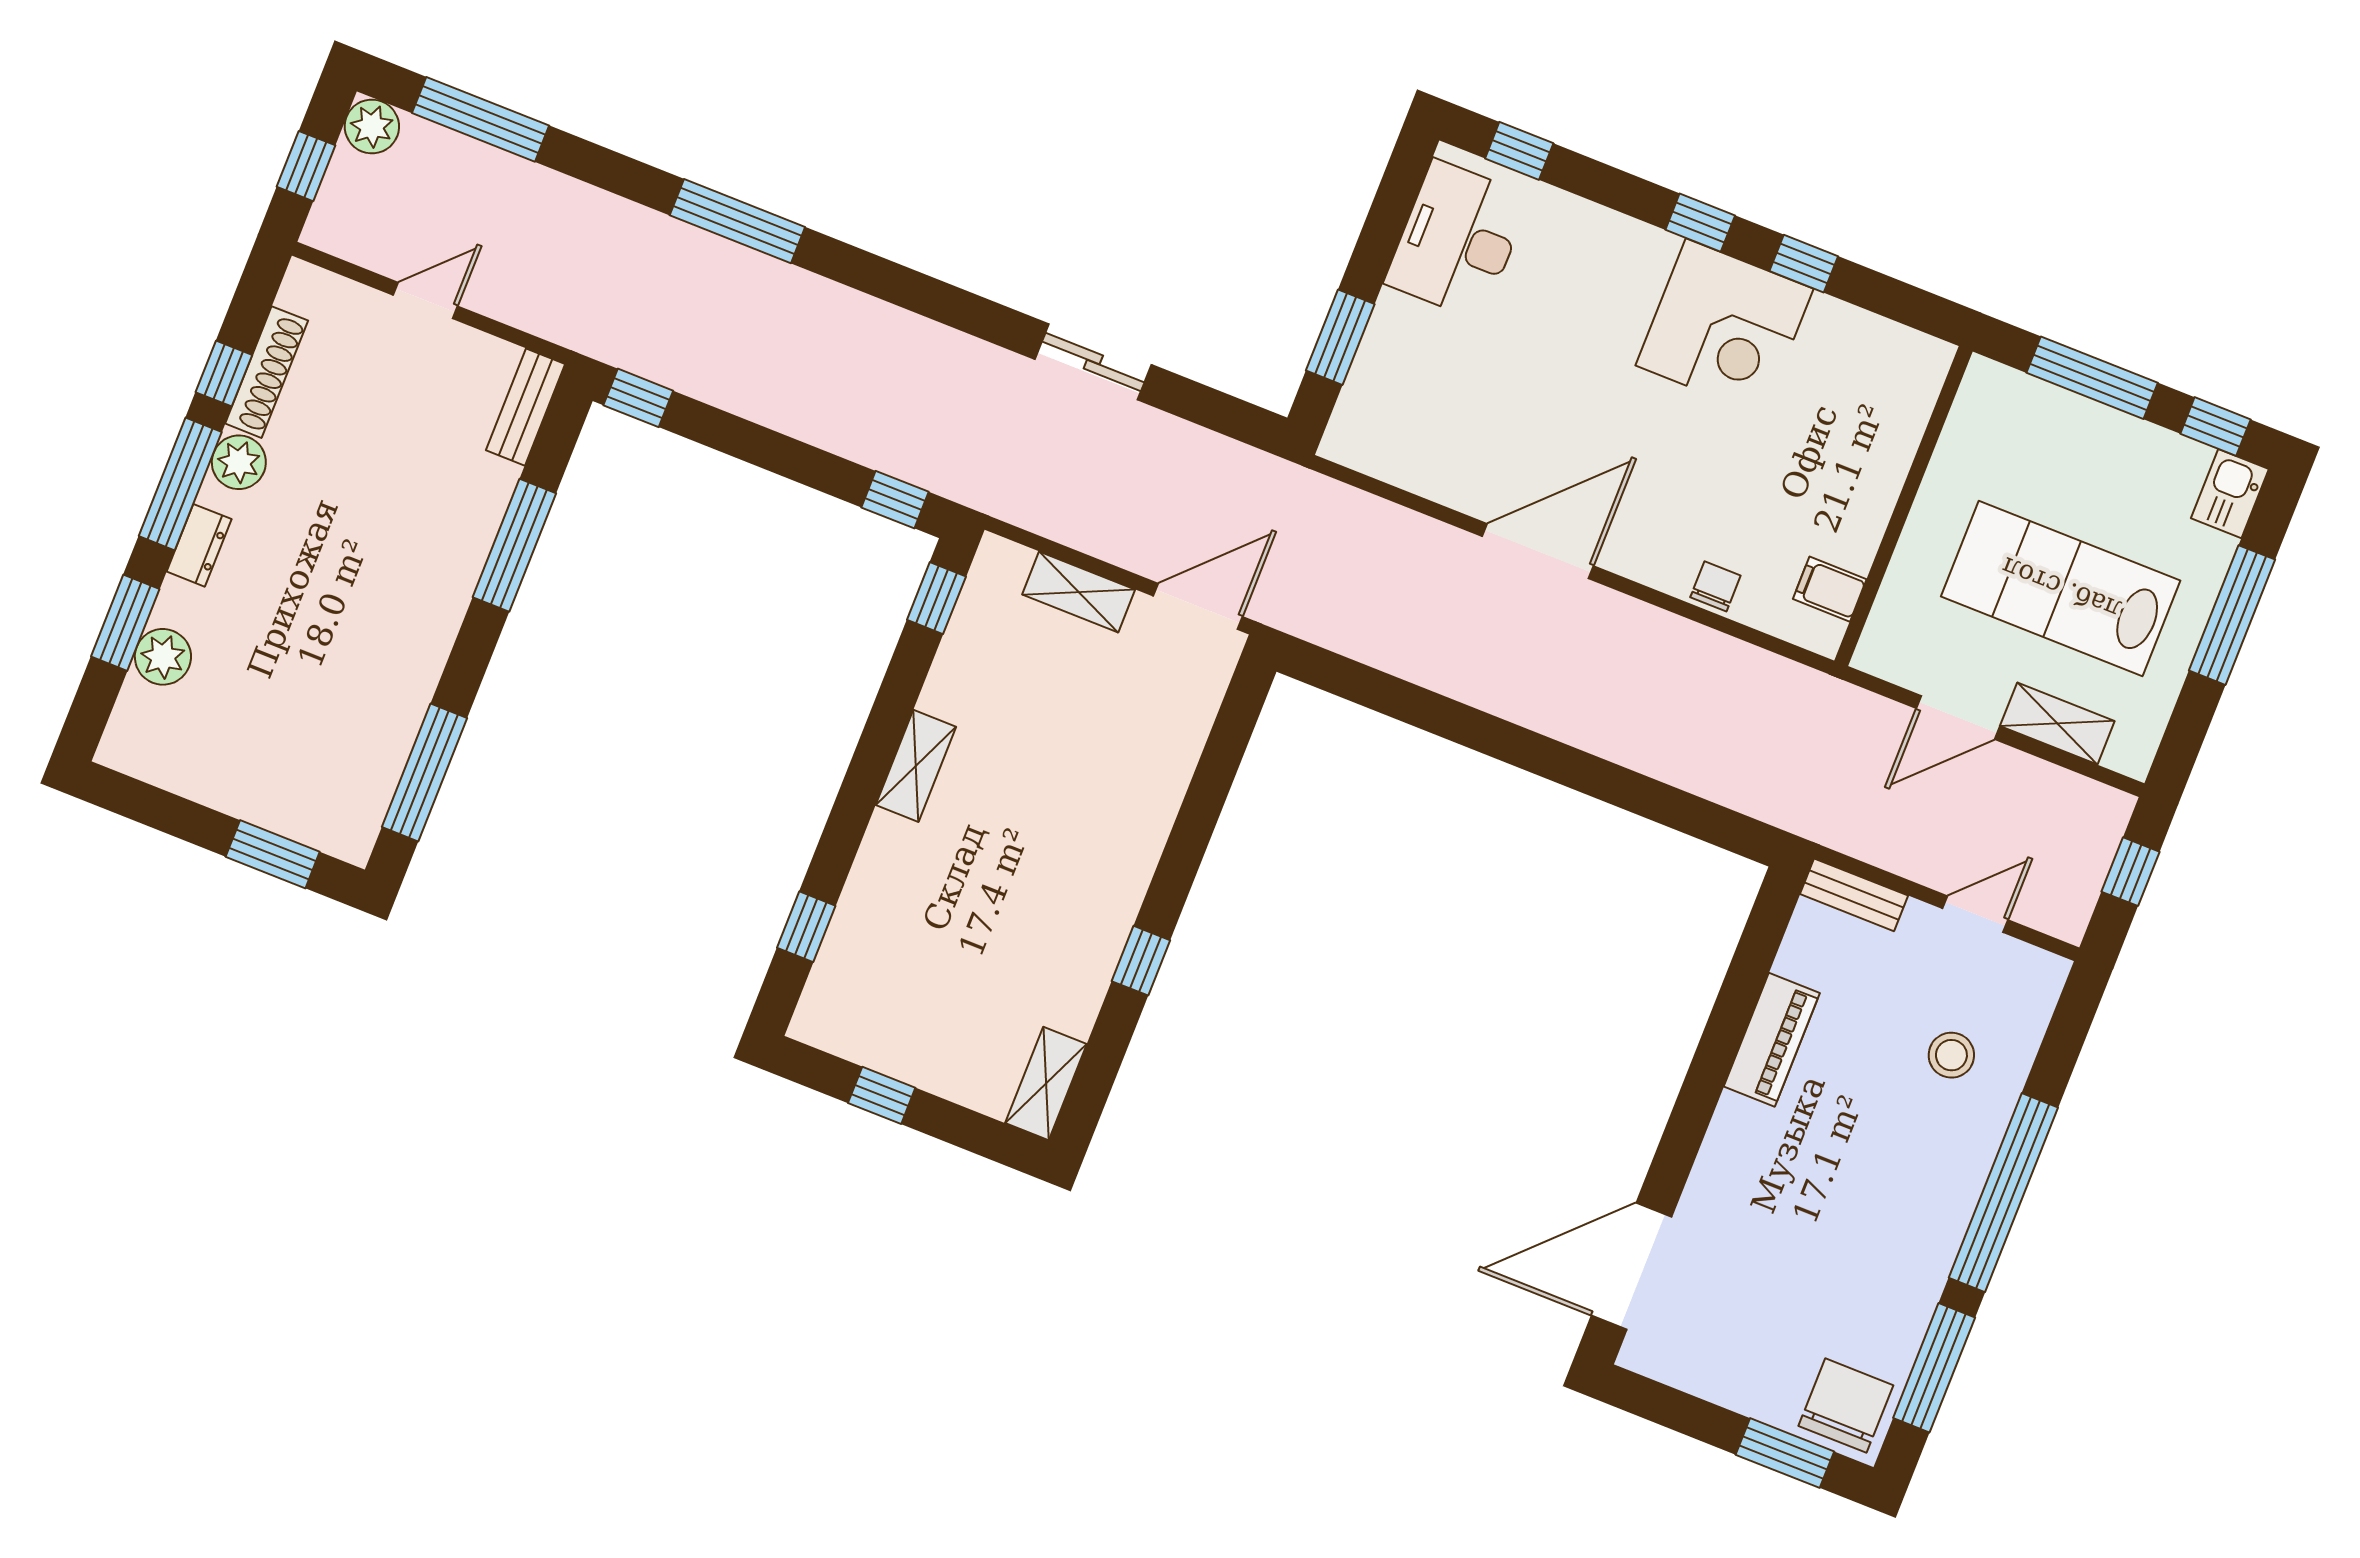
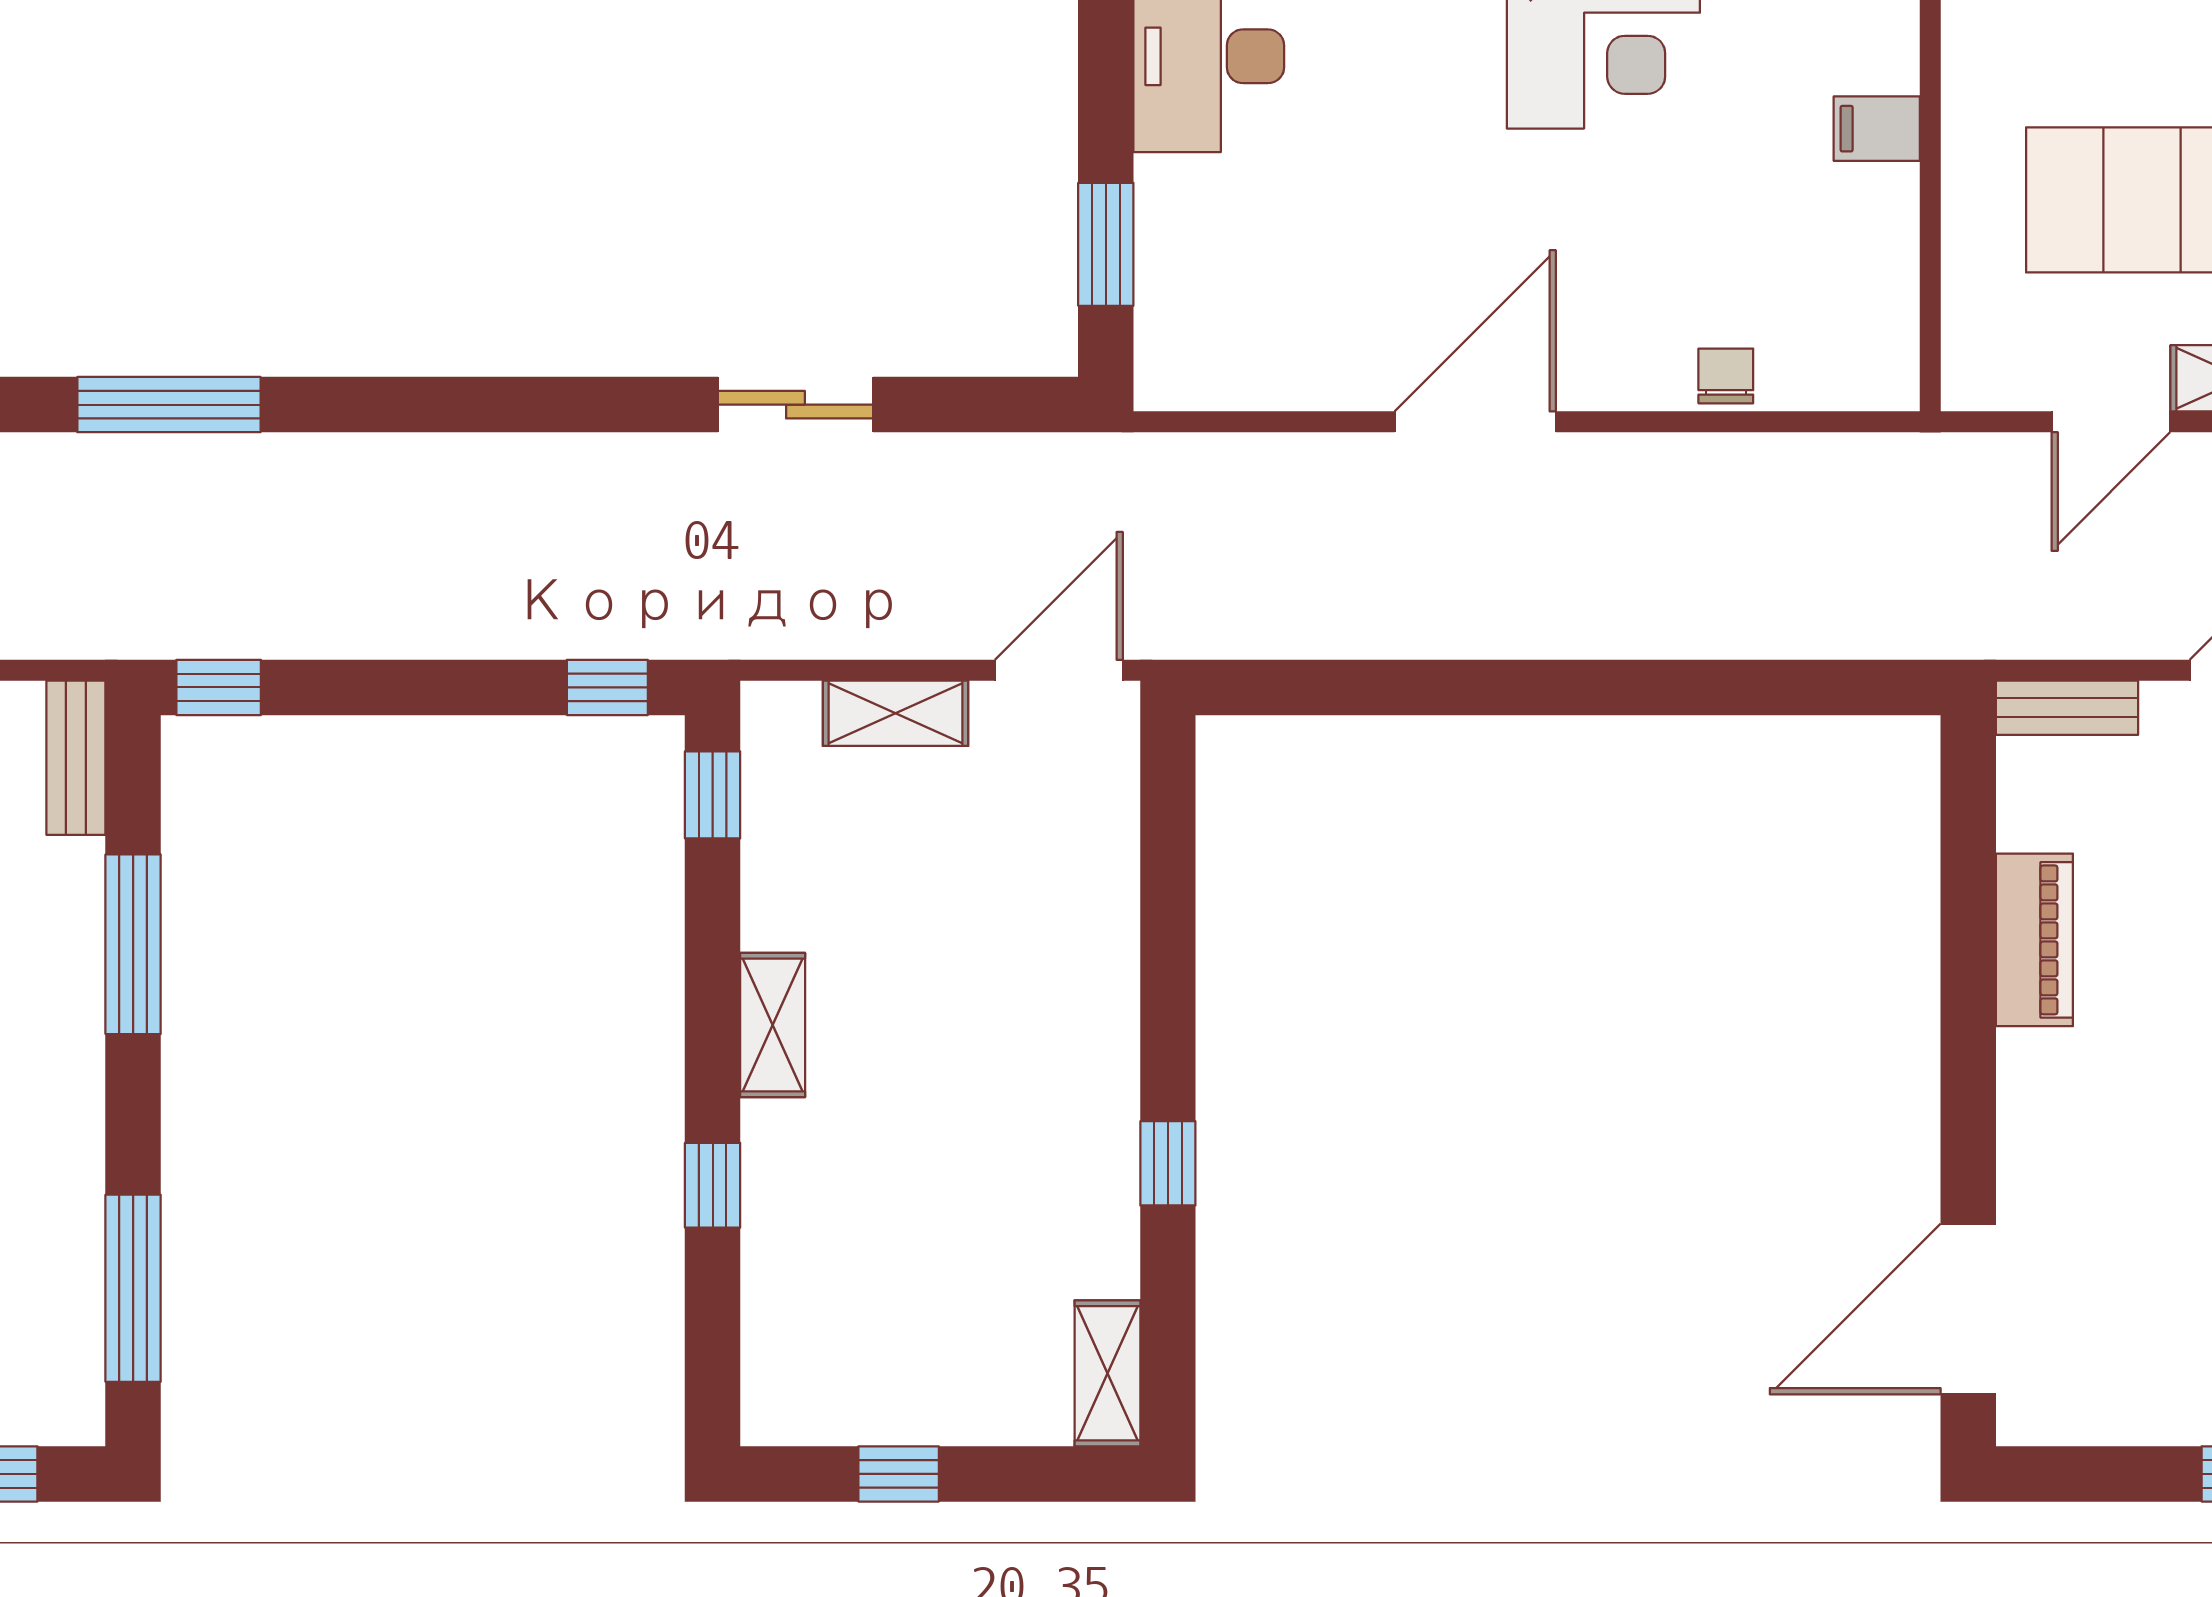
window: (737, 221) -> (169, 405), moved
filing cabinet: (1830, 589) -> (1877, 129), moved
window: (806, 927) -> (713, 1185), moved

